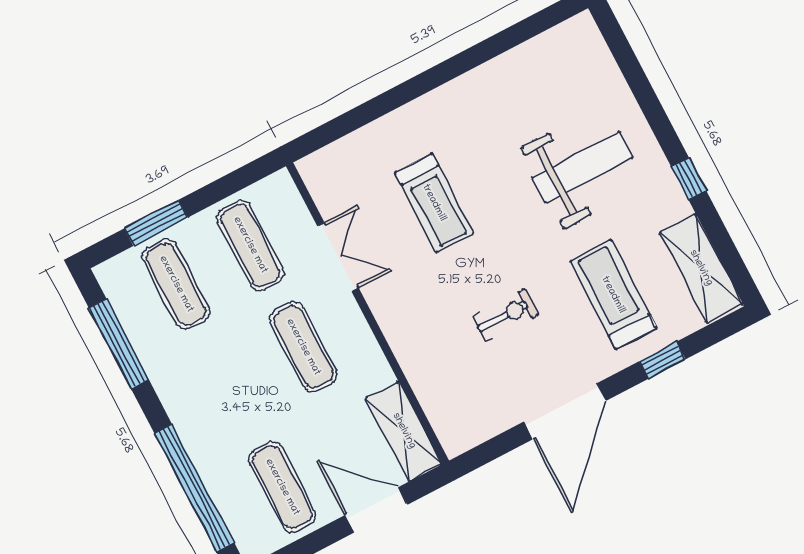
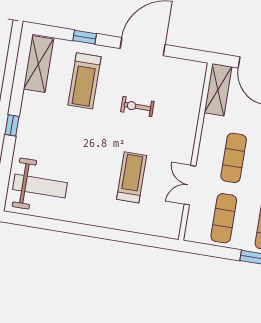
weight bench: (582, 167) -> (40, 186), moved, turned 180
window: (689, 179) -> (12, 125), moved

